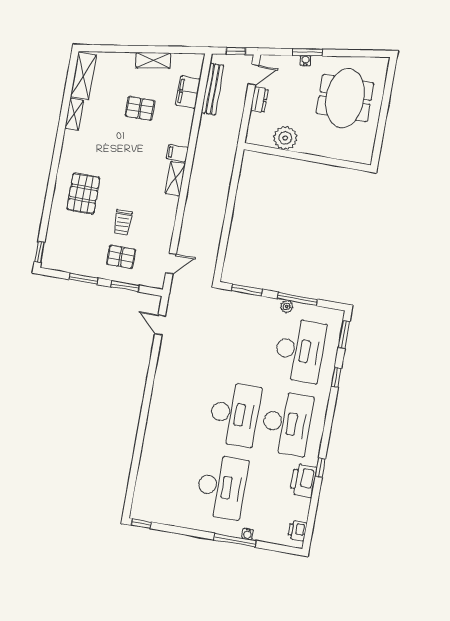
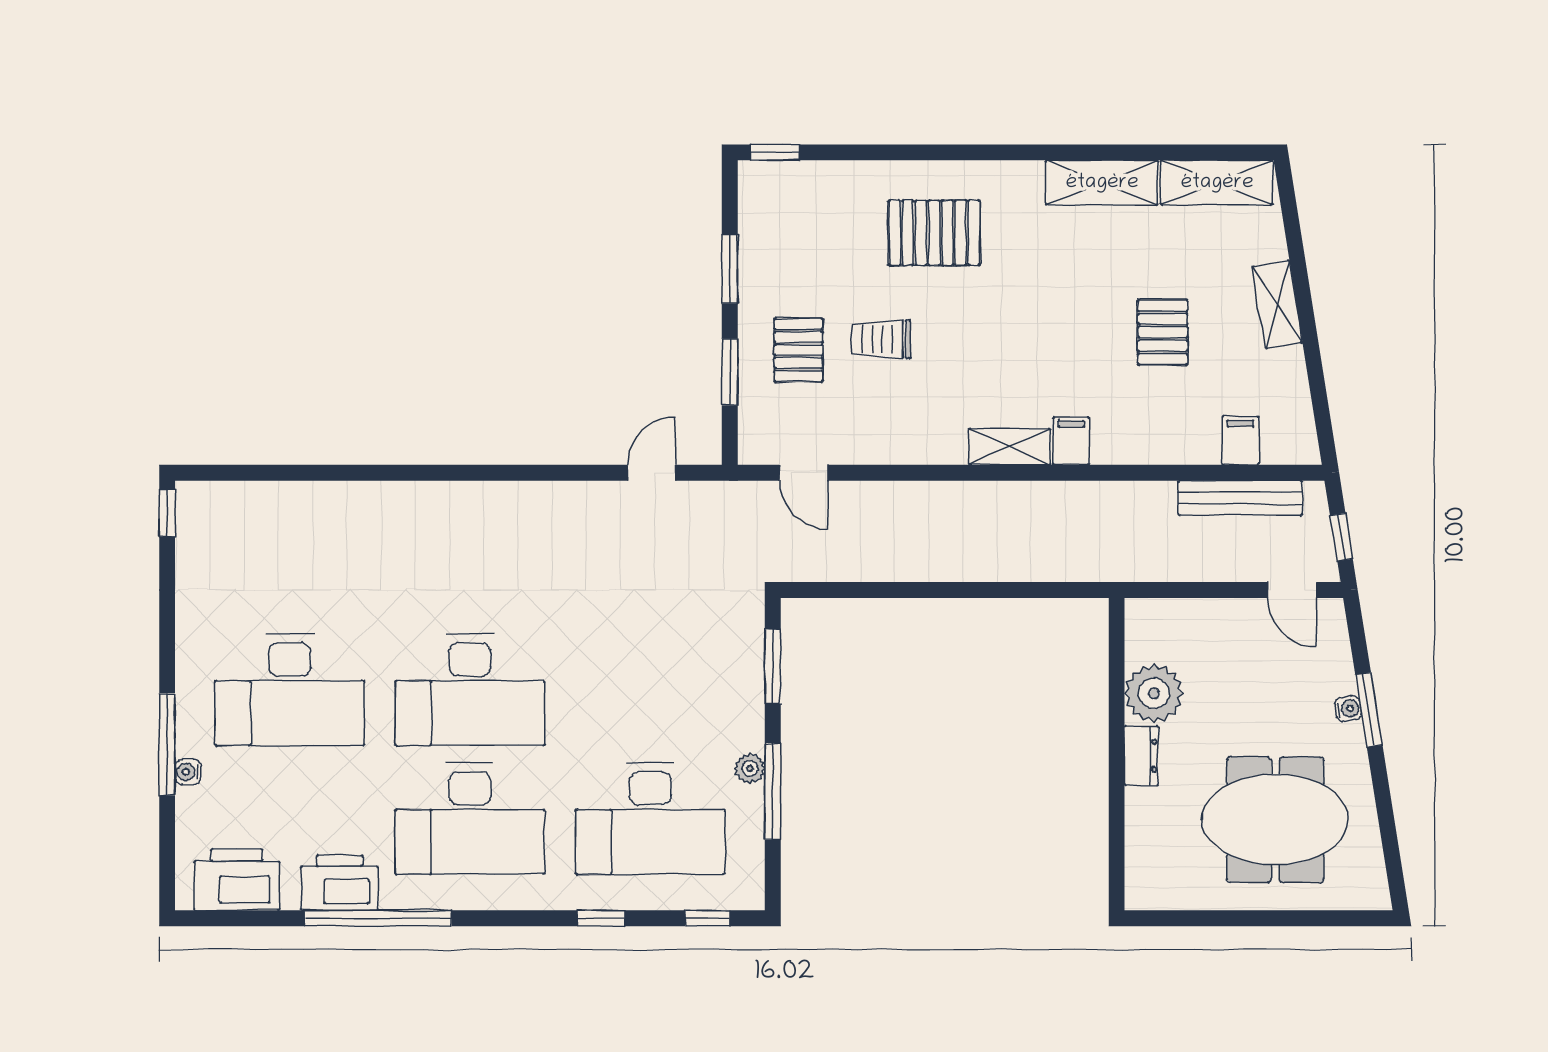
shelving: (153, 60) -> (1277, 305), moved
filing cabinet: (188, 92) -> (1240, 440), width x0.50
dresser: (259, 100) -> (1141, 756), moved, turned -90
shelving: (74, 114) -> (1102, 183), width x1.50, depth x1.33
window: (344, 334) -> (707, 918), width x0.67
window: (320, 468) -> (378, 918), width x3.17
printer: (297, 531) -> (237, 880), width x1.87, depth x1.48

